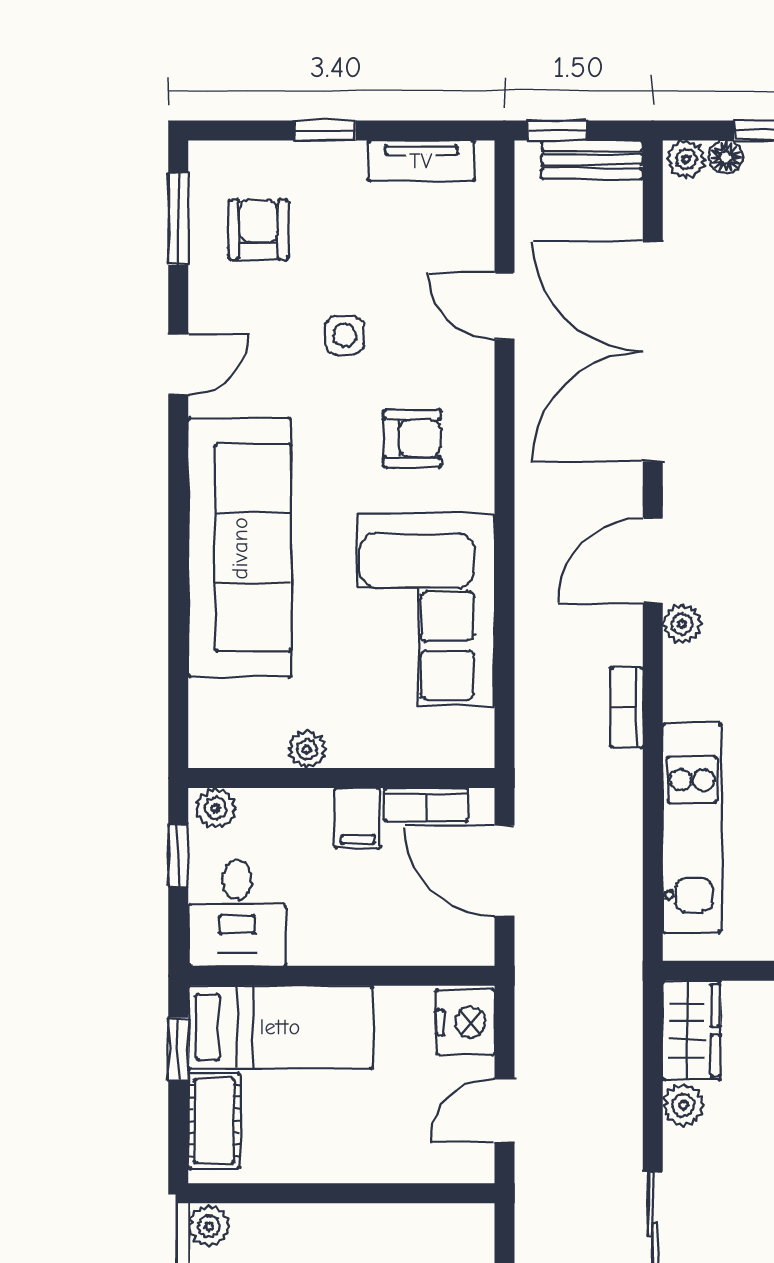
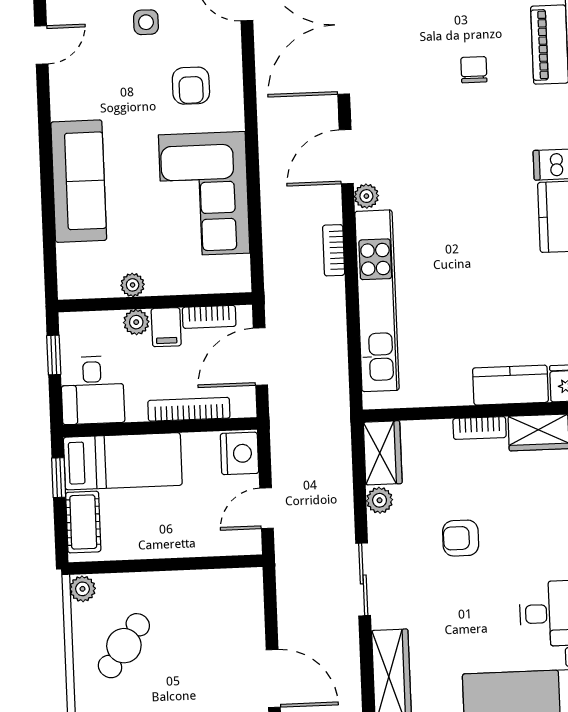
armchair: (412, 438) -> (191, 86), turned 90
sofa: (240, 548) -> (79, 181), width x0.74, depth x0.79
plant: (215, 808) -> (136, 322), moved
kitchen unit: (692, 828) -> (377, 301), width x1.36
door: (504, 871) -> (260, 357), hinge flipped
bookcase: (388, 949) -> (189, 409), added

